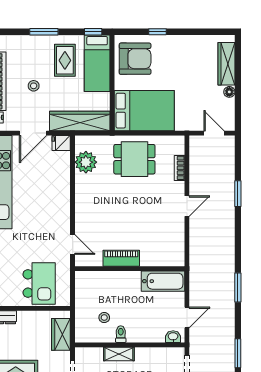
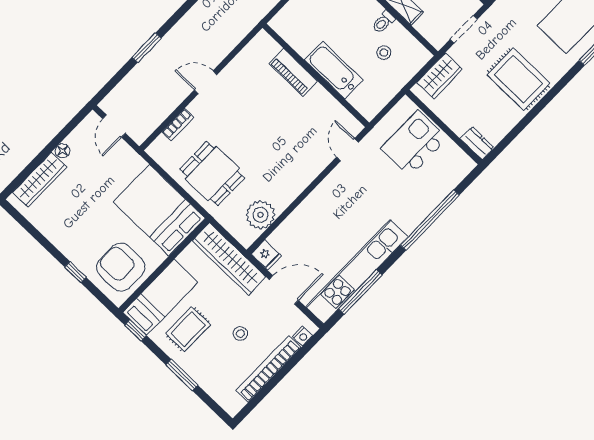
piano: (121, 258) -> (293, 72), moved
bathtub: (163, 281) -> (334, 70), moved

